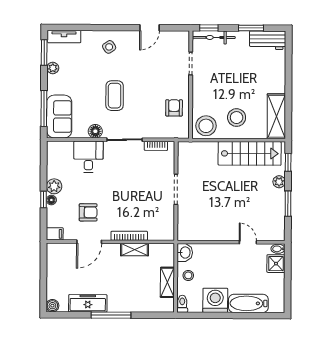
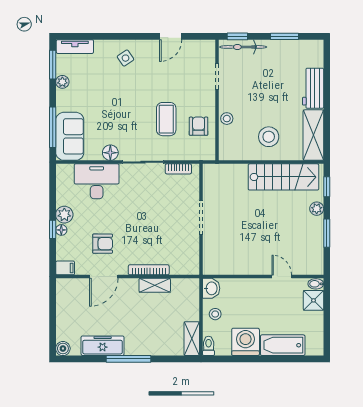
workbench: (268, 40) -> (313, 88), moved, turned 90
coffee table: (115, 96) -> (166, 119), moved
stool: (206, 126) -> (227, 119), moved, width x0.53, depth x0.53
desk: (88, 157) -> (97, 181), width x1.37
shelving: (167, 282) -> (192, 339), moved

